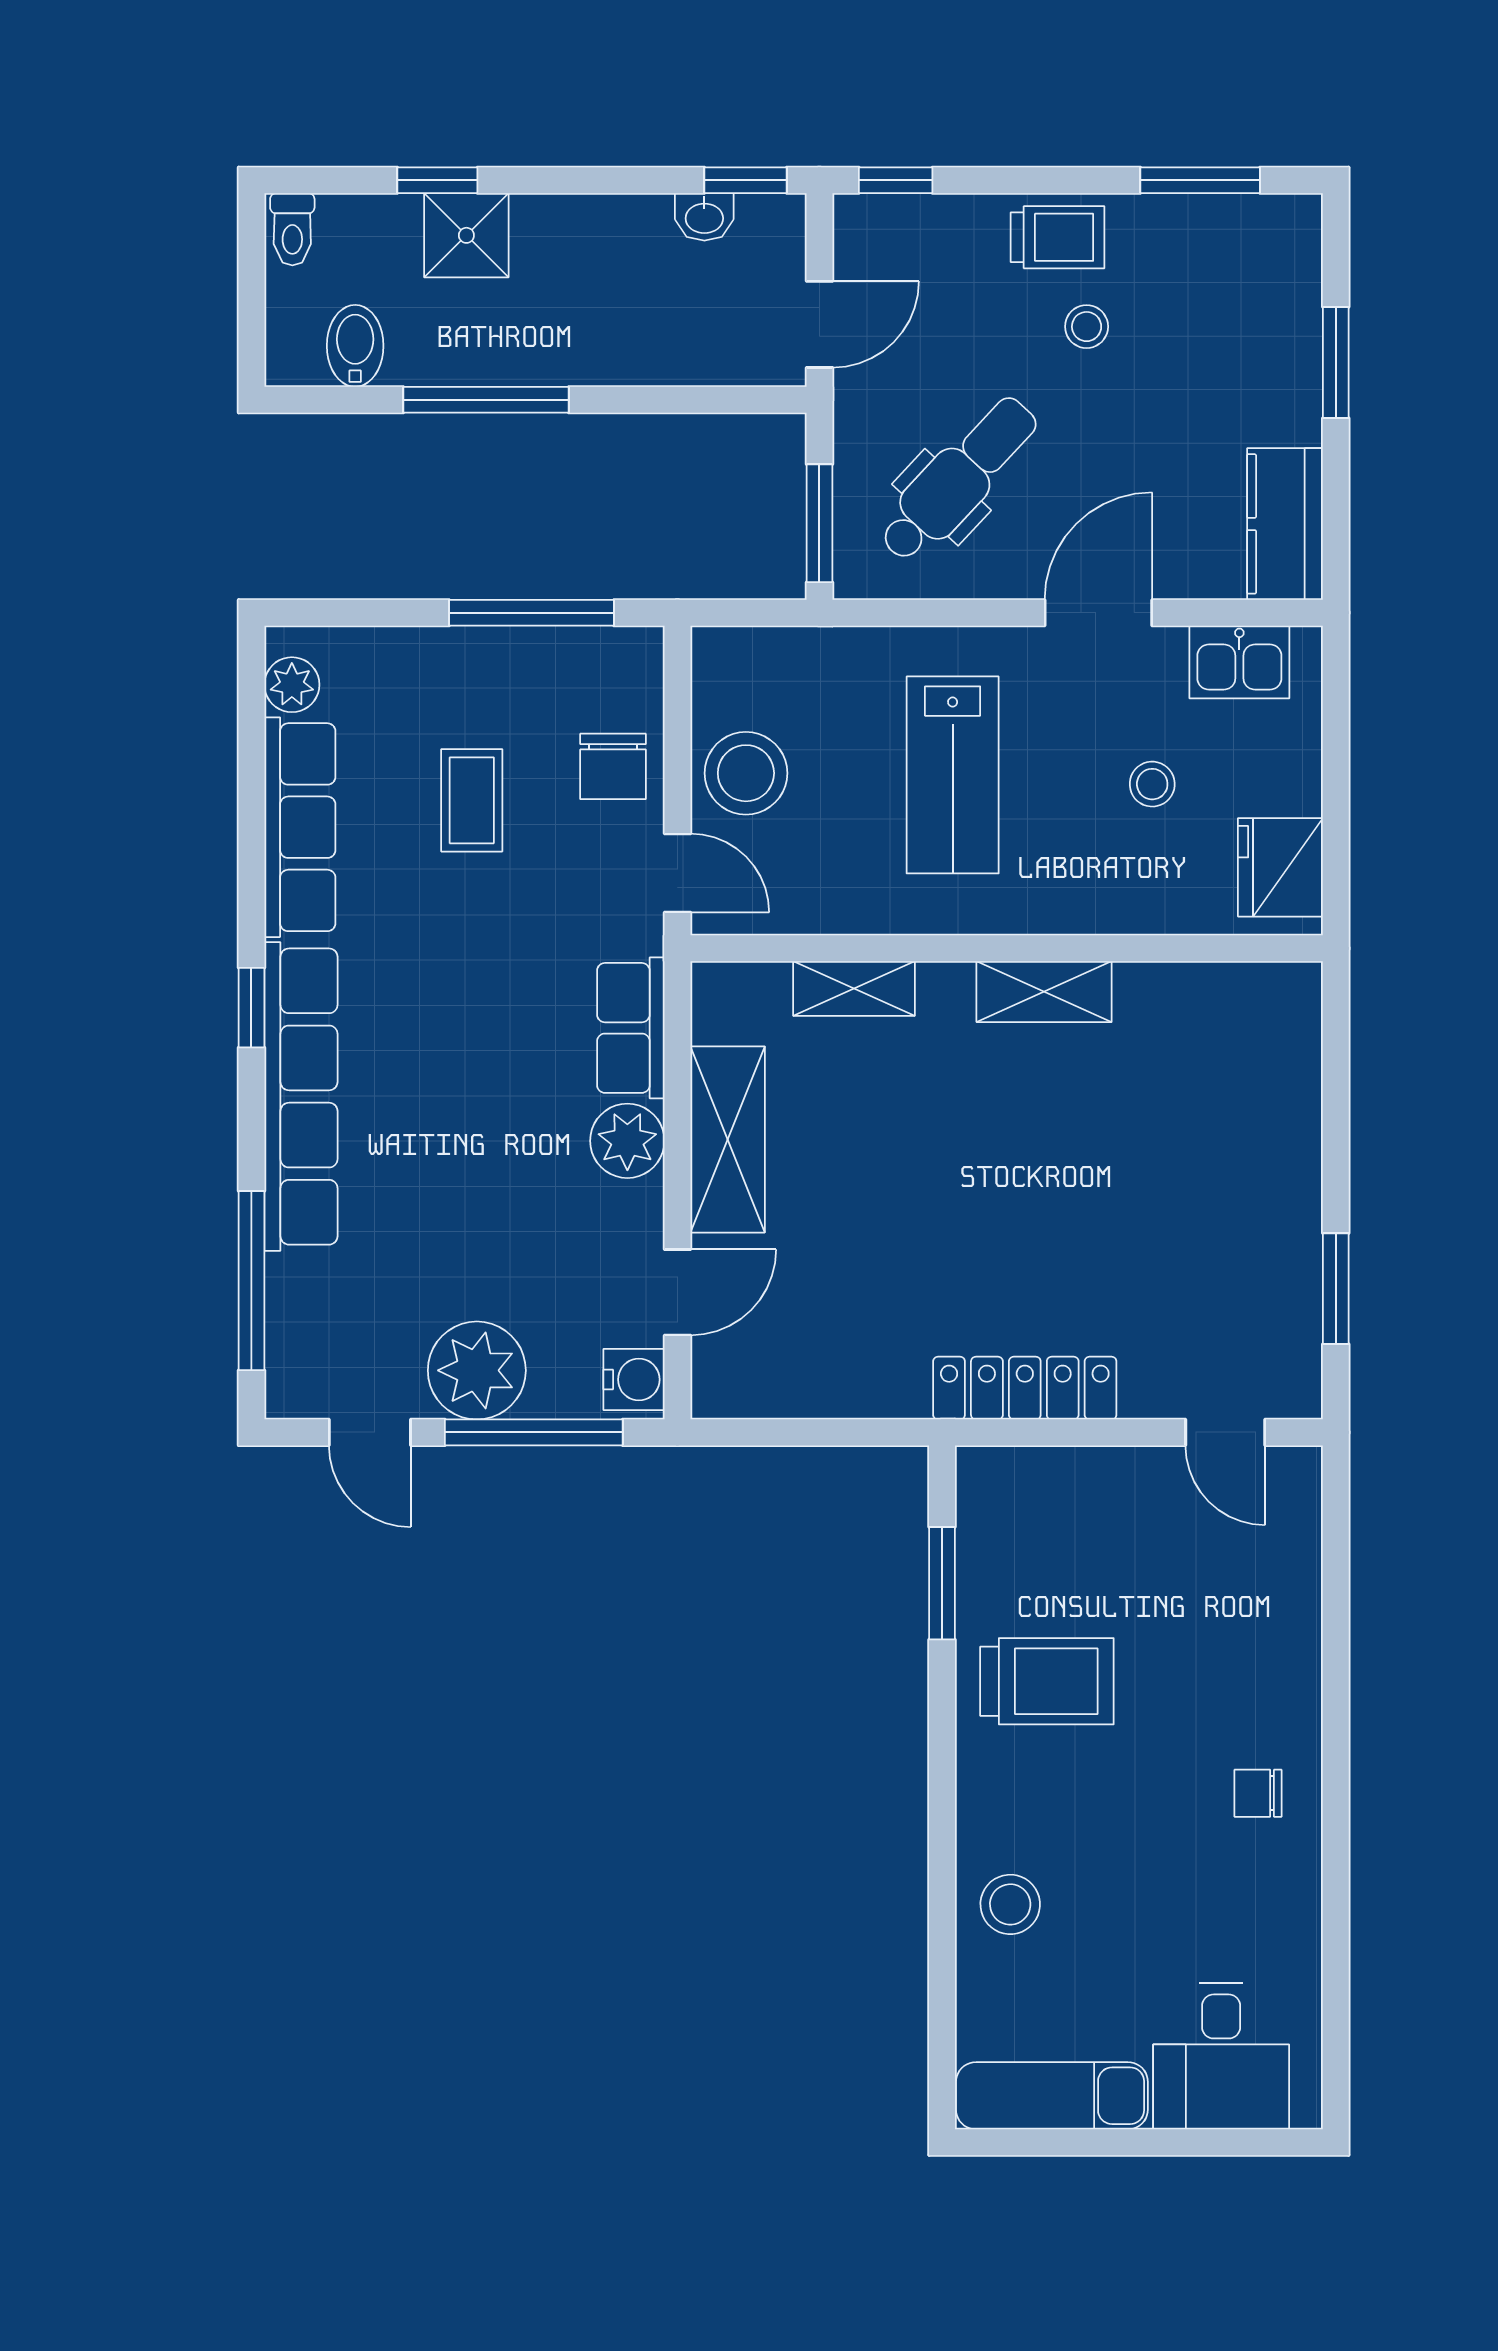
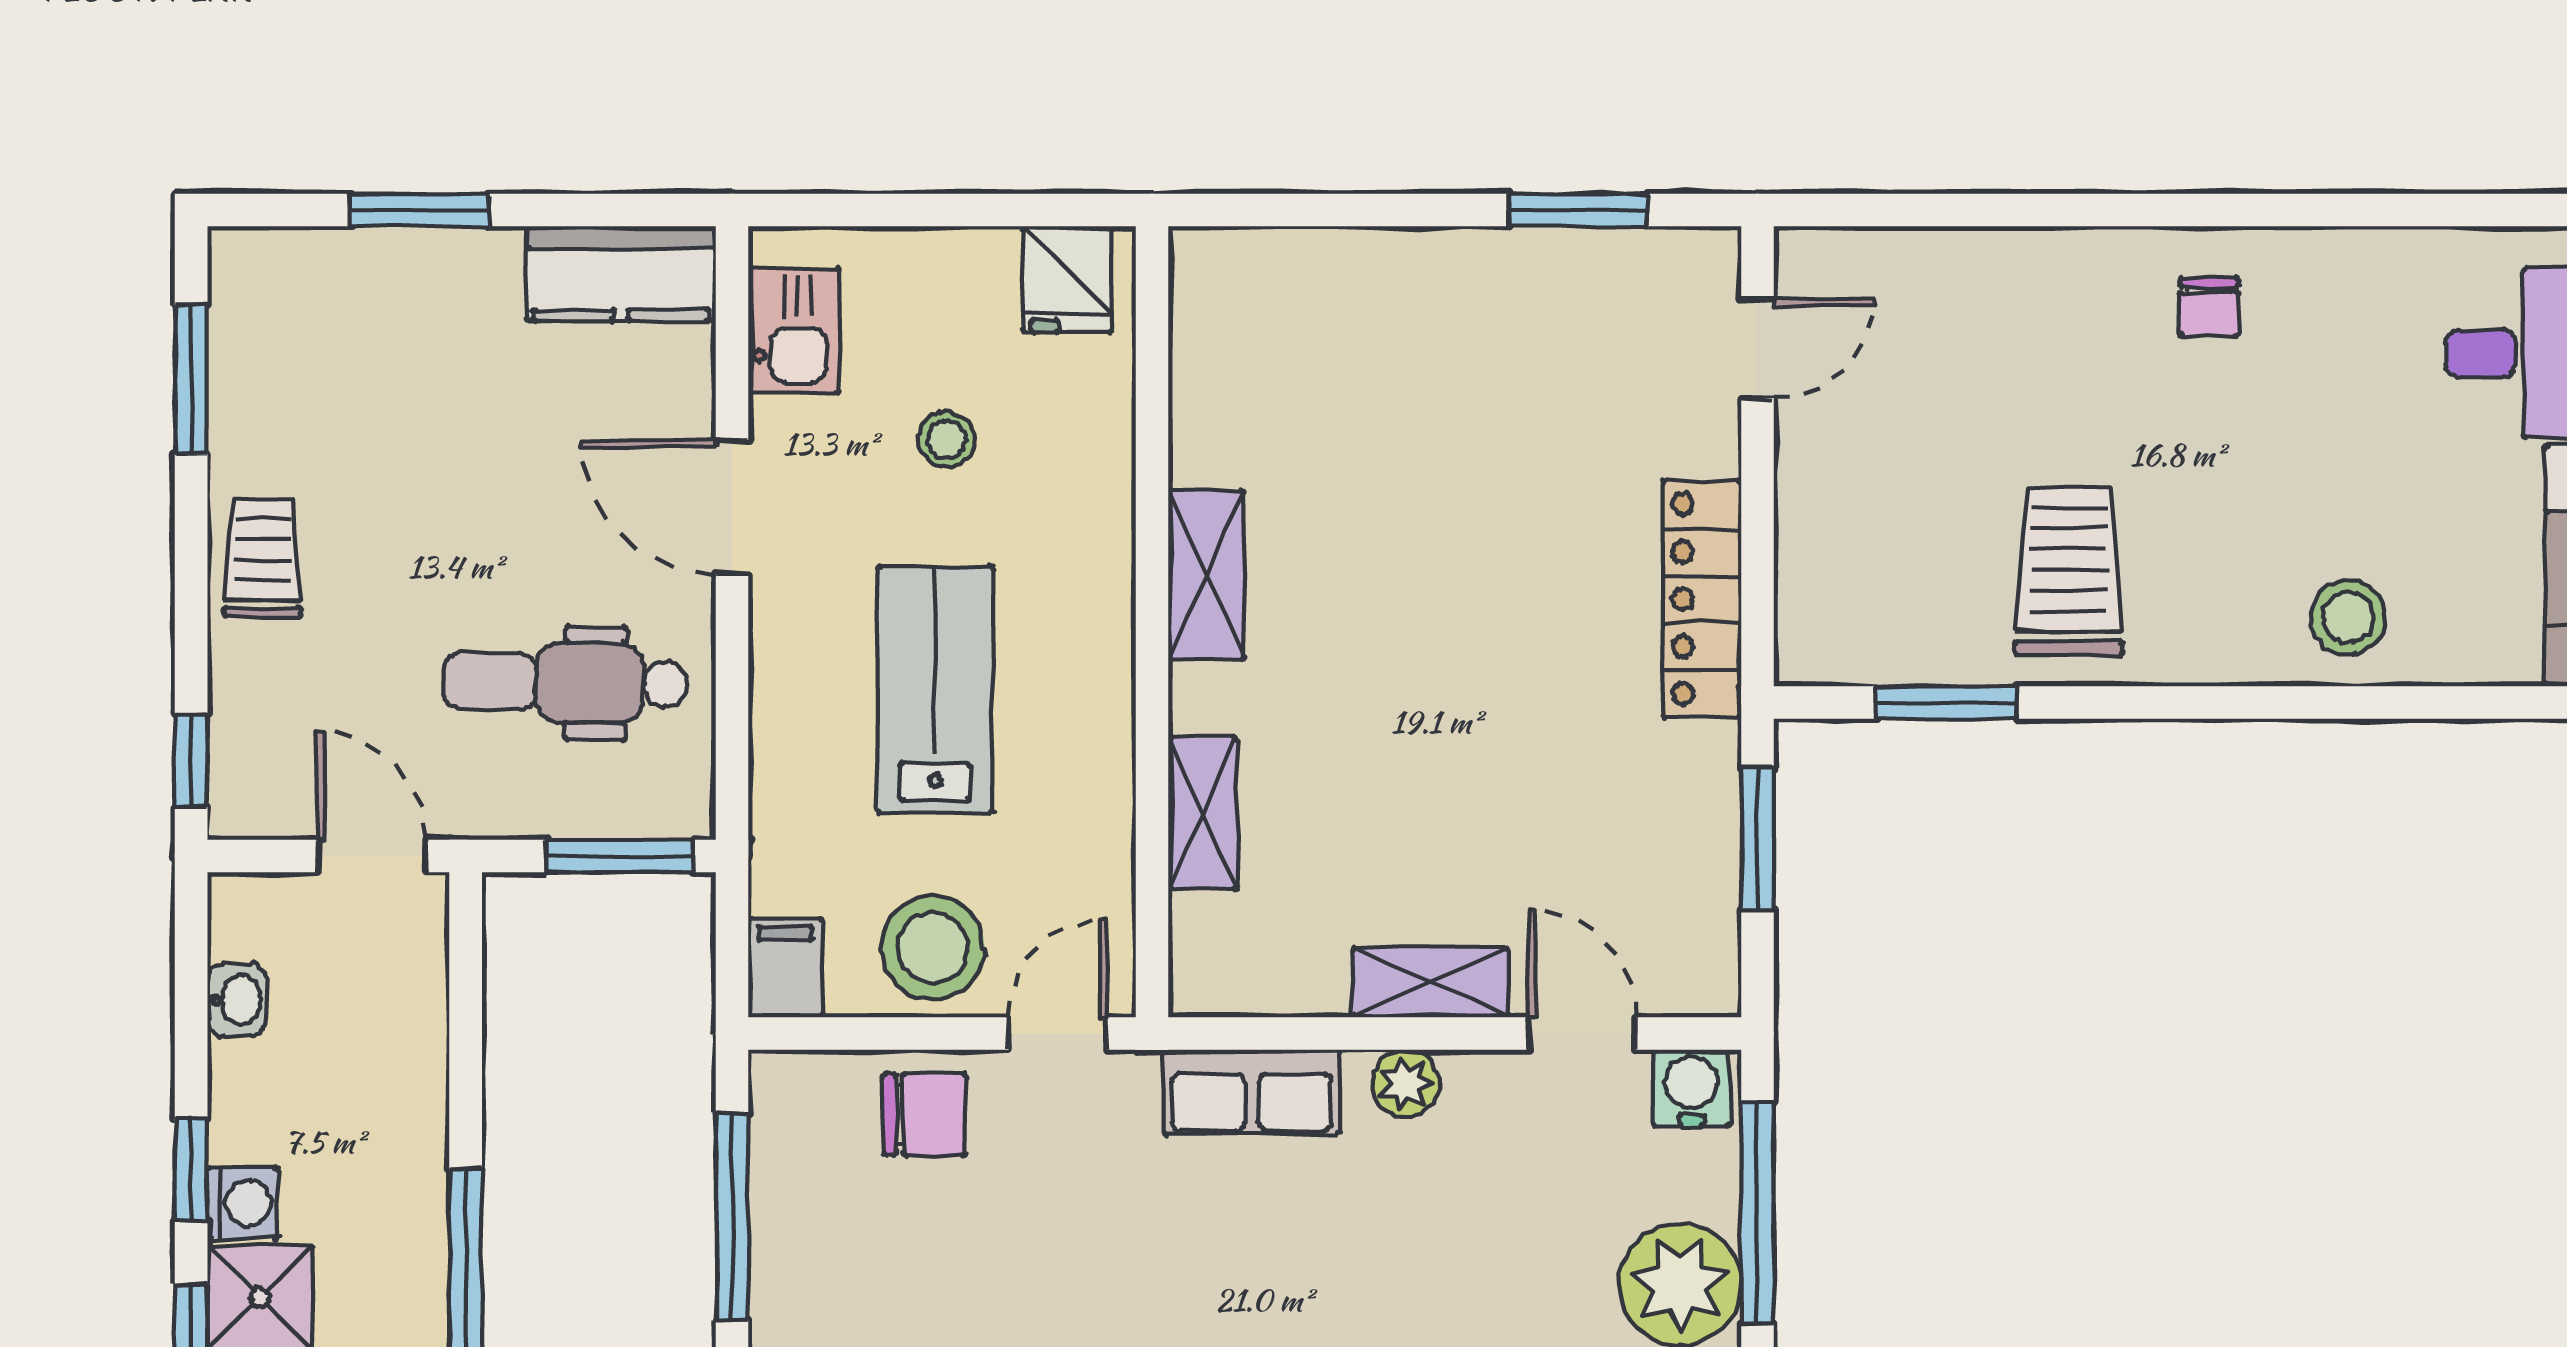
window: (745, 180) -> (191, 1169), moved
washing machine: (542, 222) -> (243, 1203), added
stool: (1087, 327) -> (374, 522), removed
dental chair: (958, 479) -> (565, 682), turned -42
filing cabinet: (730, 655) -> (785, 968), added
lab bench: (953, 775) -> (935, 689), turned -90
coffee table: (472, 800) -> (967, 1291), removed
fridge: (1280, 867) -> (1068, 279), width x0.72
shelving: (728, 1139) -> (1430, 982), width x0.67, depth x0.75
plant: (627, 1141) -> (1406, 1084), width x0.73, depth x0.73
window: (833, 1432) -> (1758, 839), added

